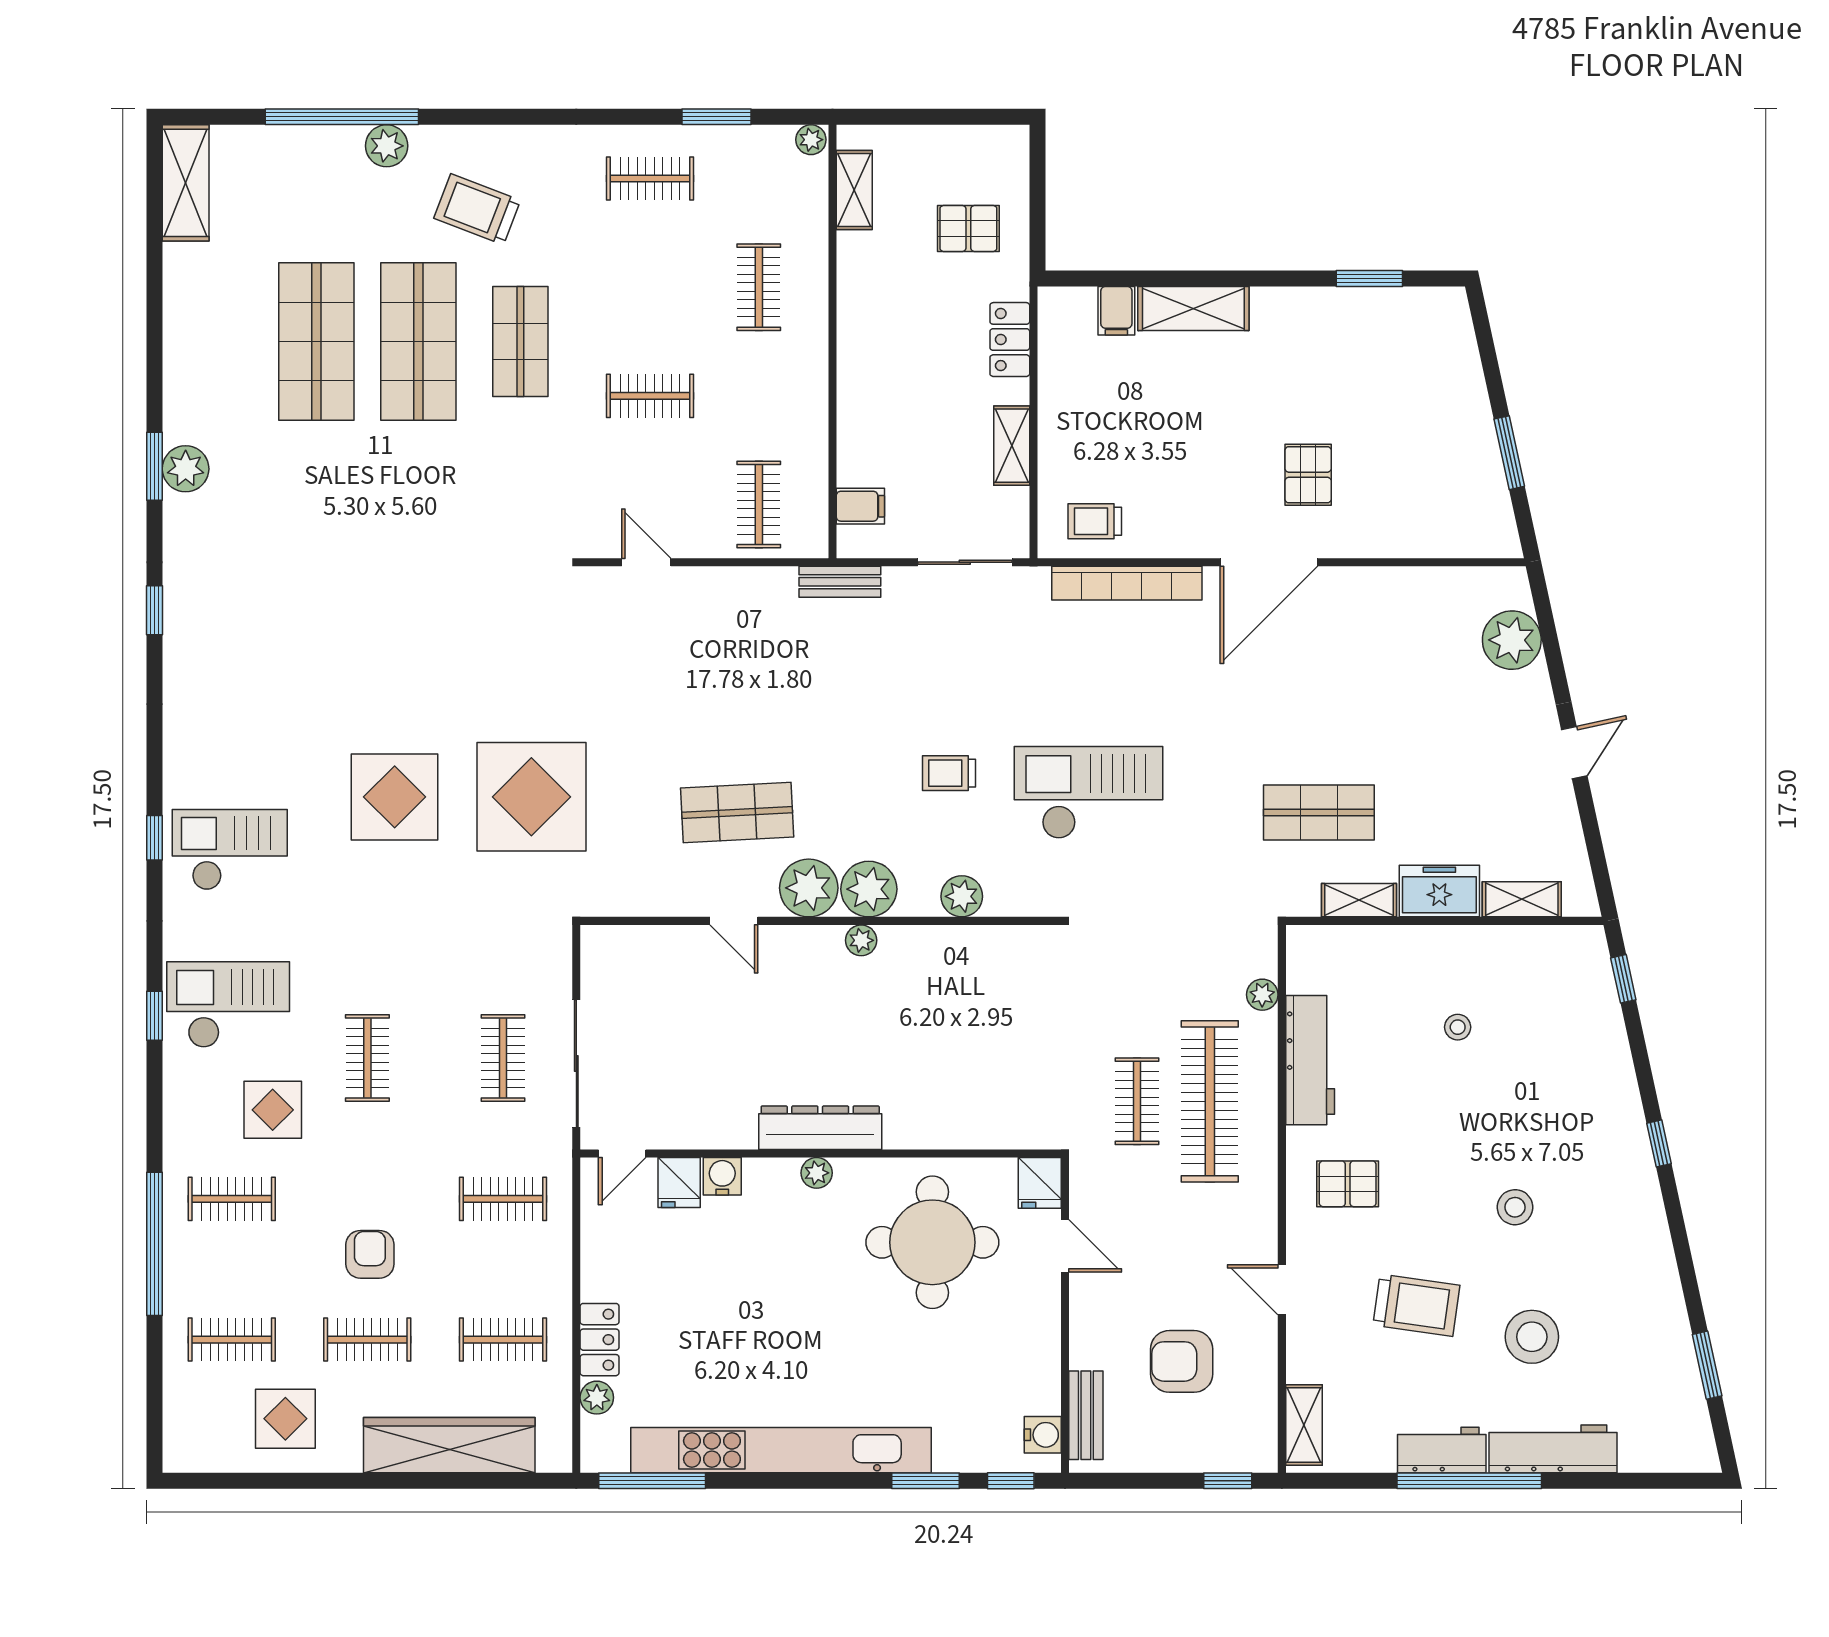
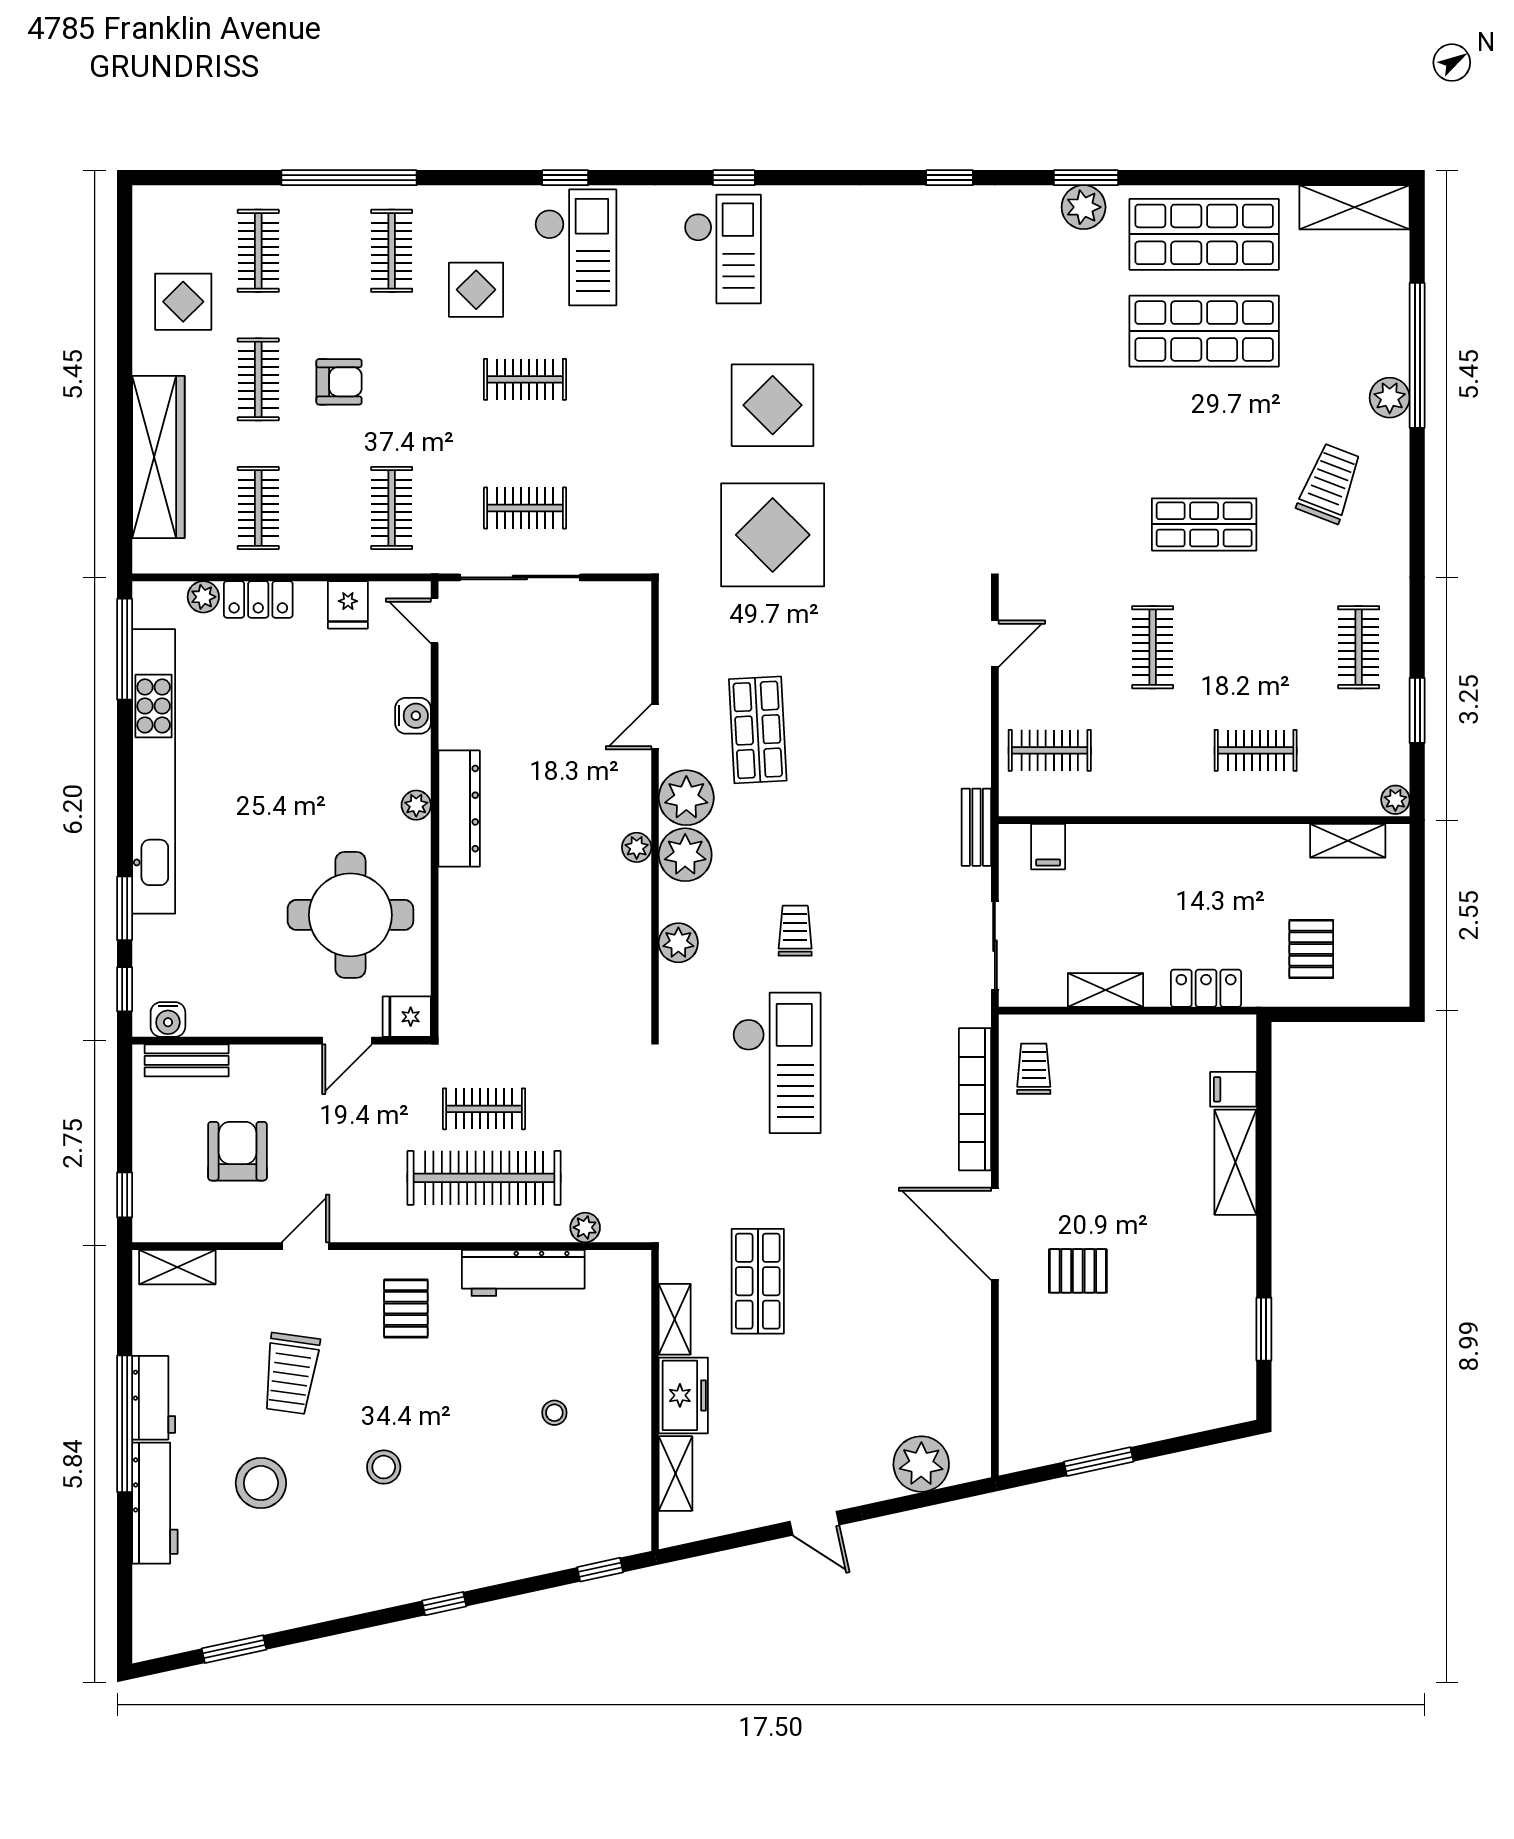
shop shelf: (418, 342) -> (1204, 234), moved
fridge: (679, 1183) -> (348, 605), moved, turned -90

